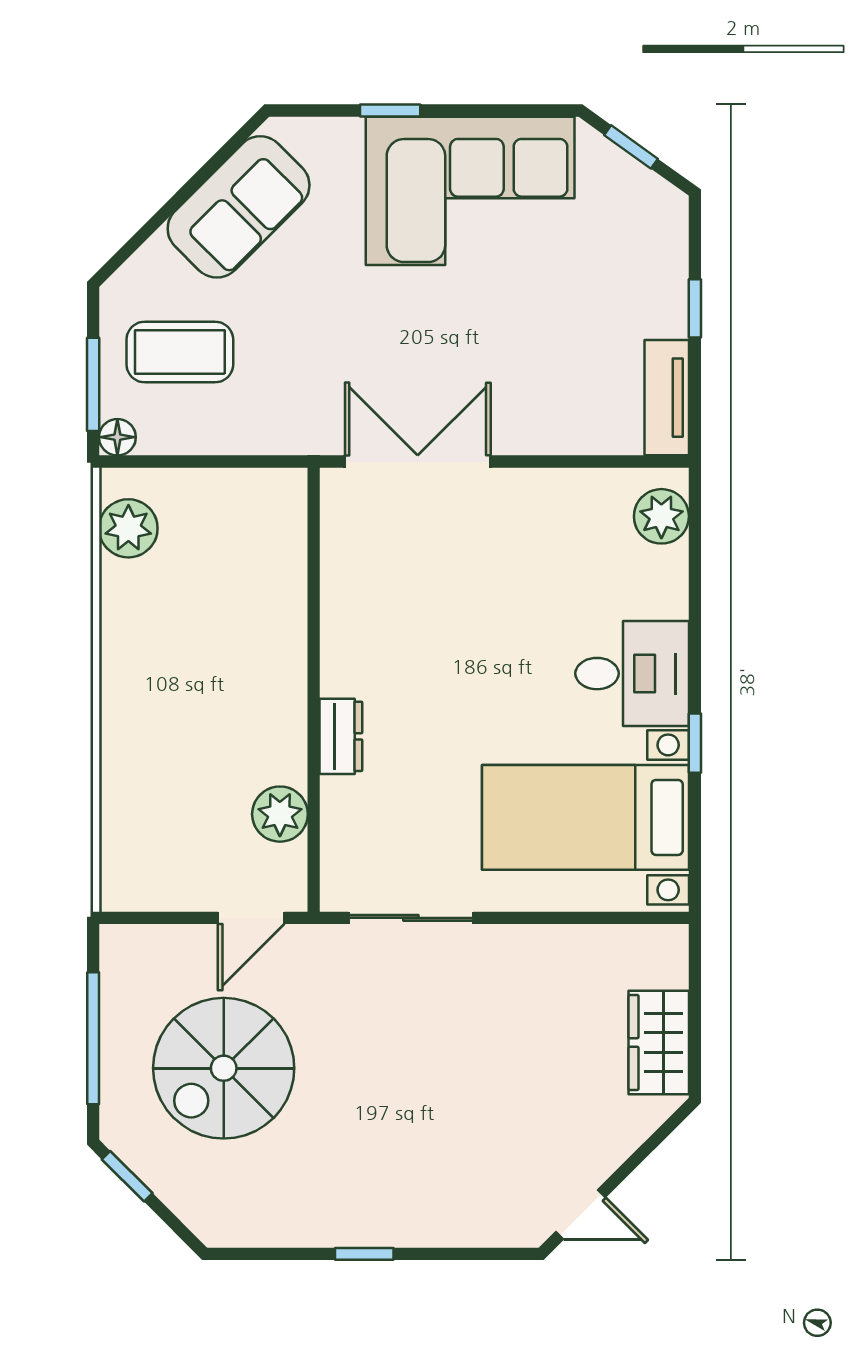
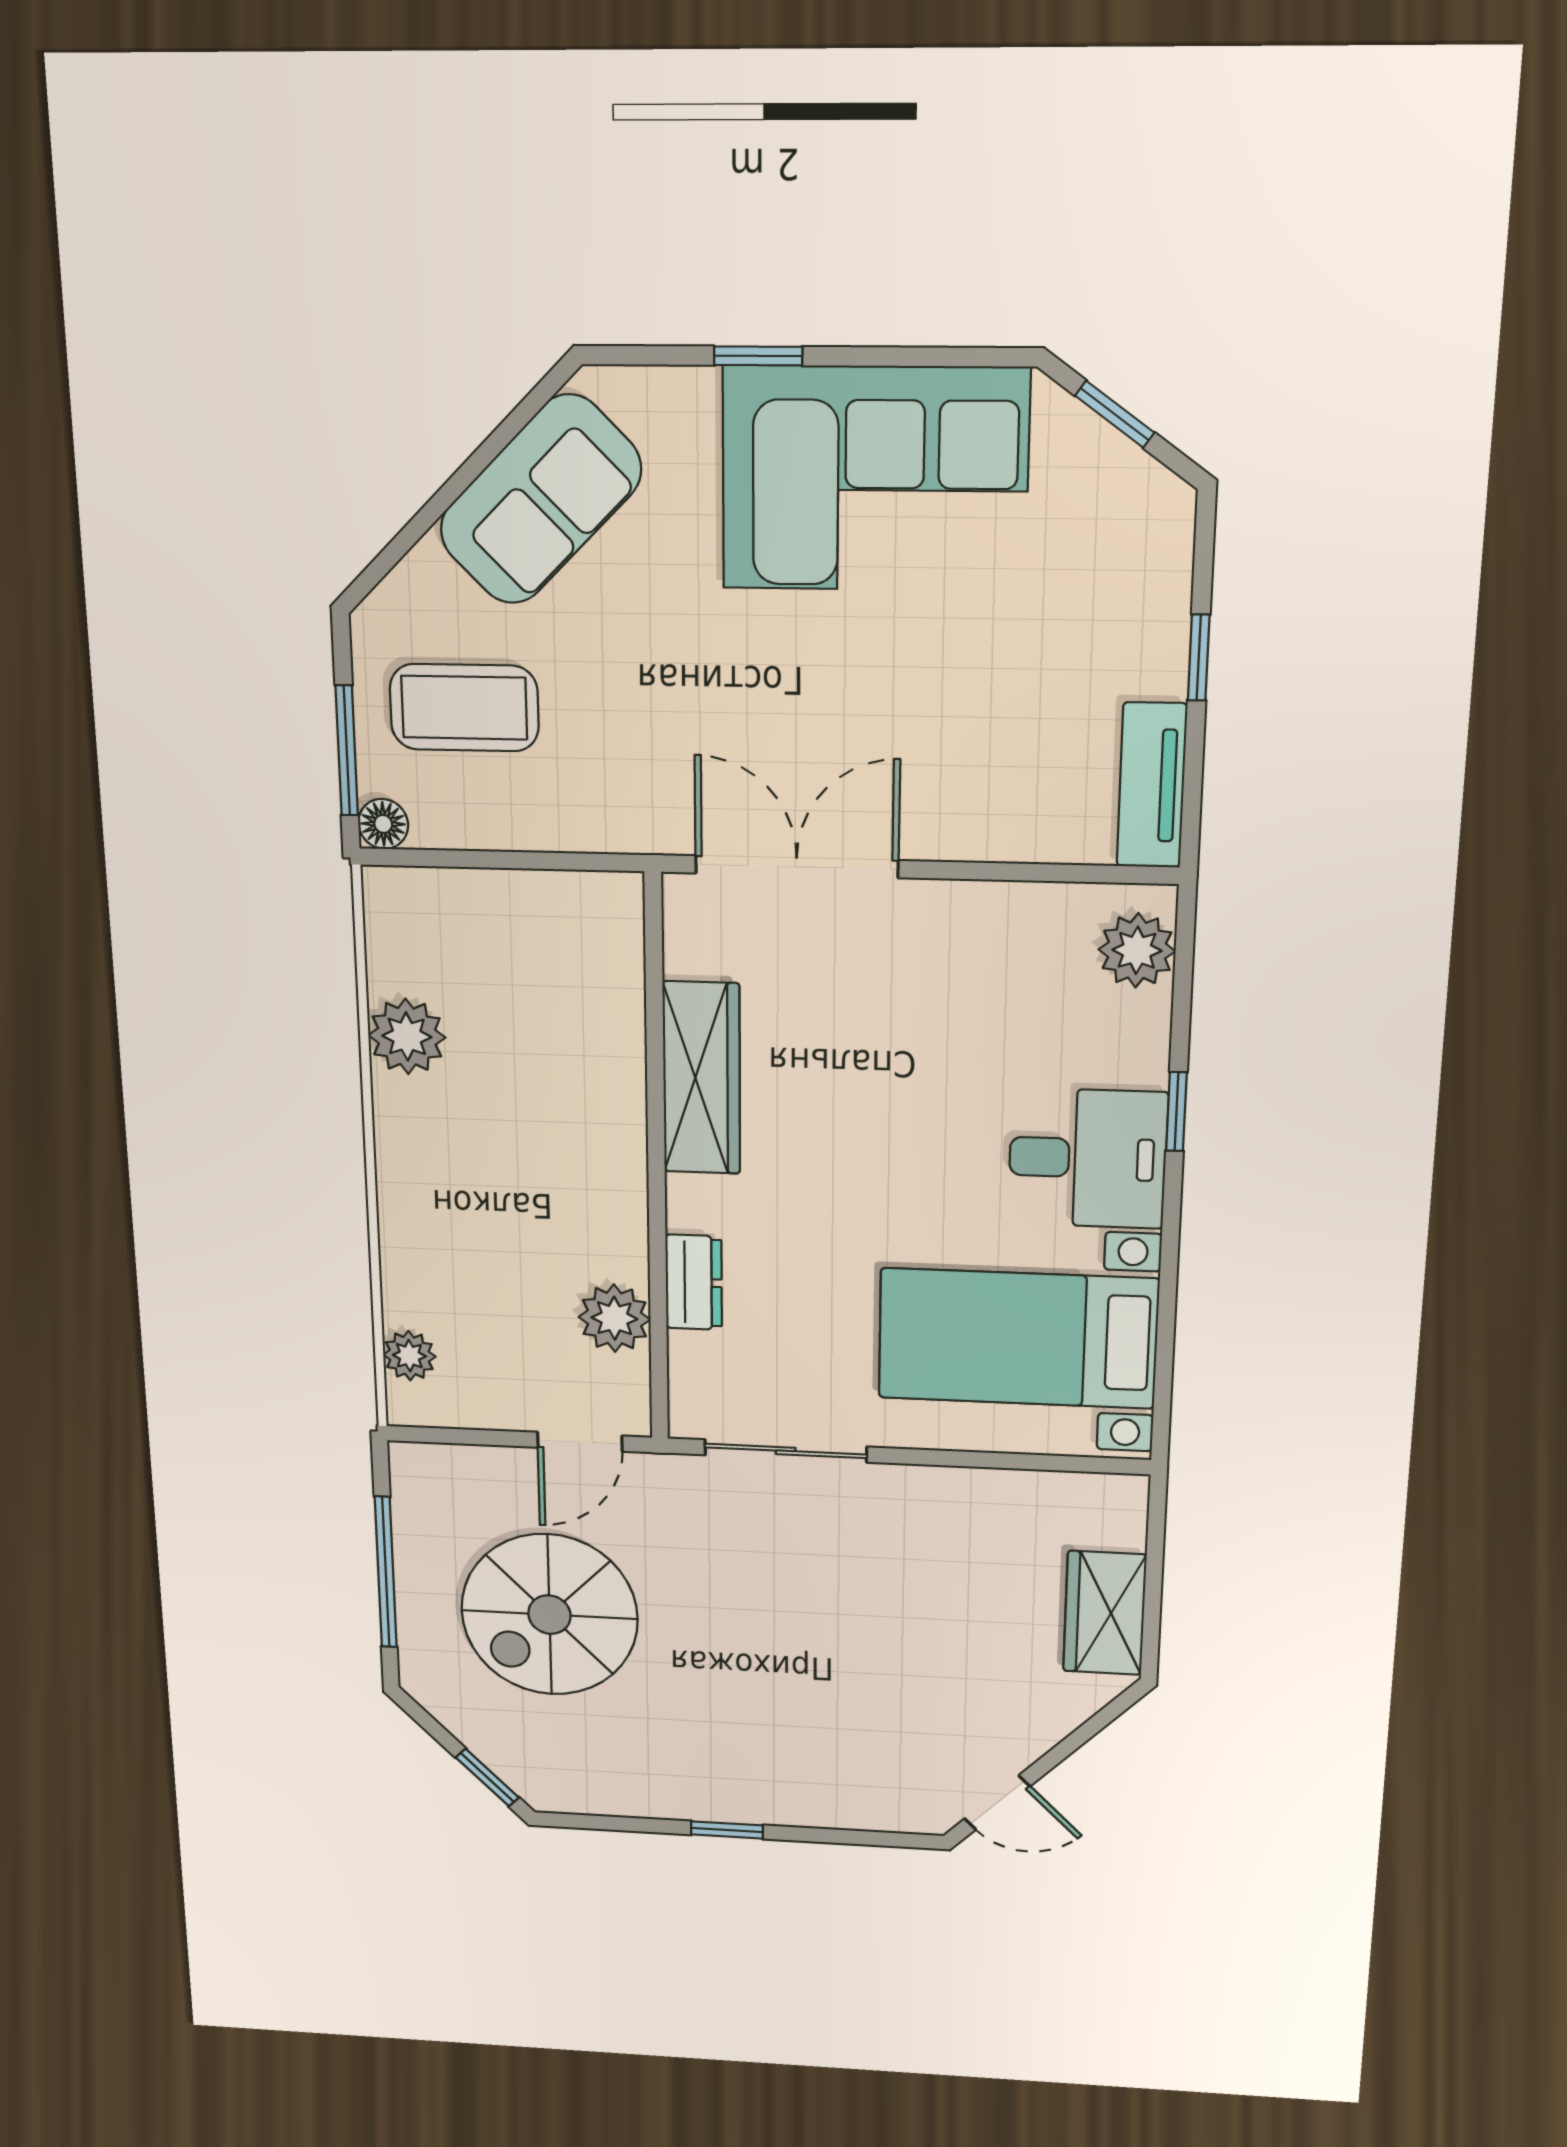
plant: (128, 528) -> (407, 1036), moved
wardrobe: (348, 622) -> (701, 1078), added
dresser: (341, 736) -> (694, 1282), moved
window: (695, 743) -> (1176, 1112), moved
plant: (120, 852) -> (409, 1356), added
window: (127, 1176) -> (487, 1777), moved

